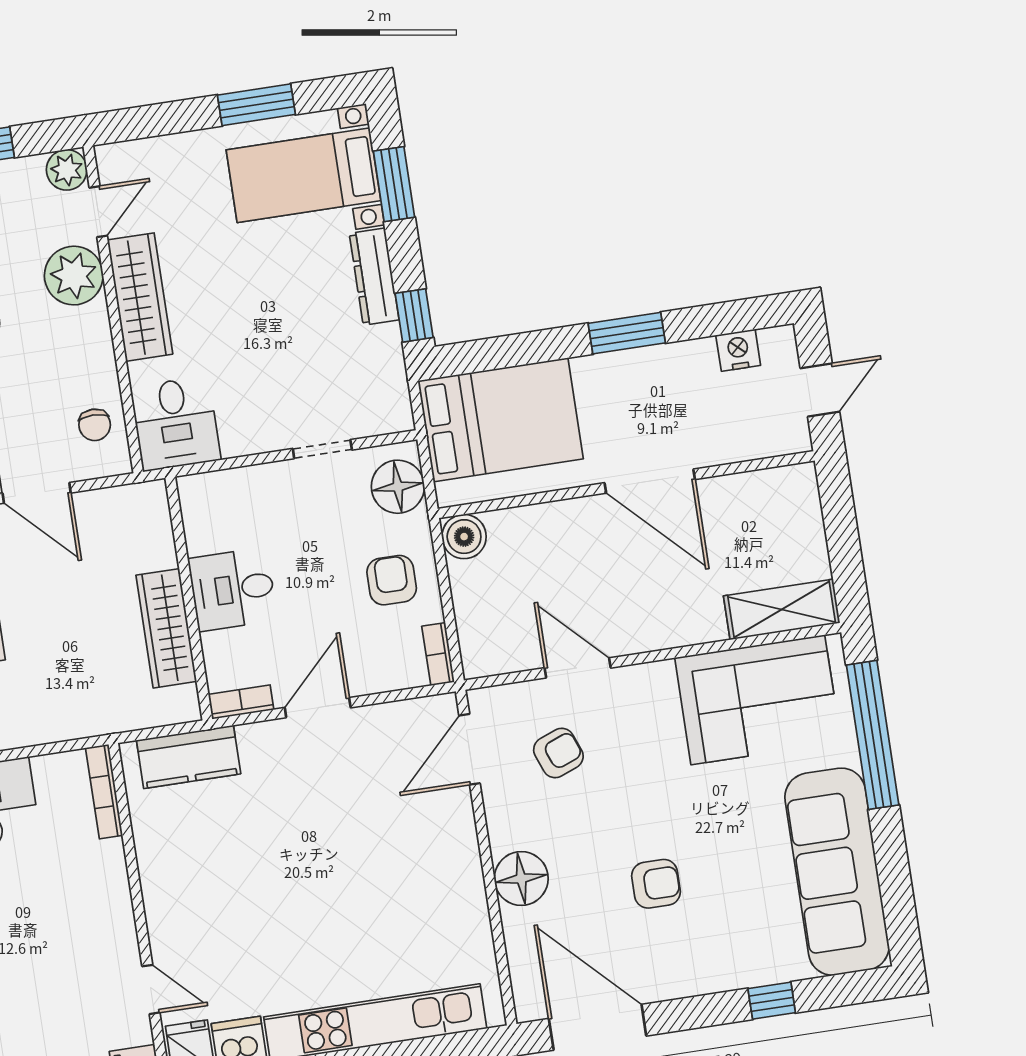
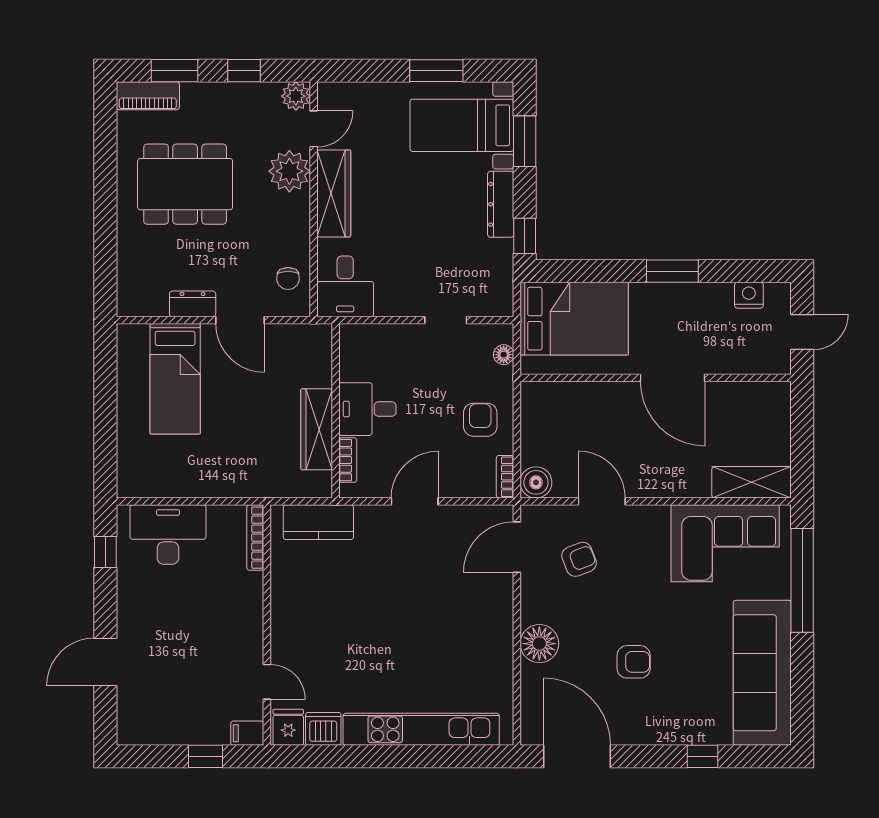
floor lamp: (398, 487) -> (504, 355), width x0.53, depth x0.53
boiler: (464, 537) -> (536, 482), moved
bookcase: (241, 702) -> (348, 460), moved, turned 90

